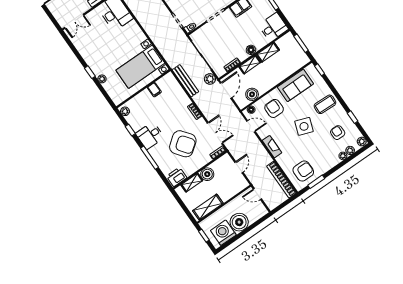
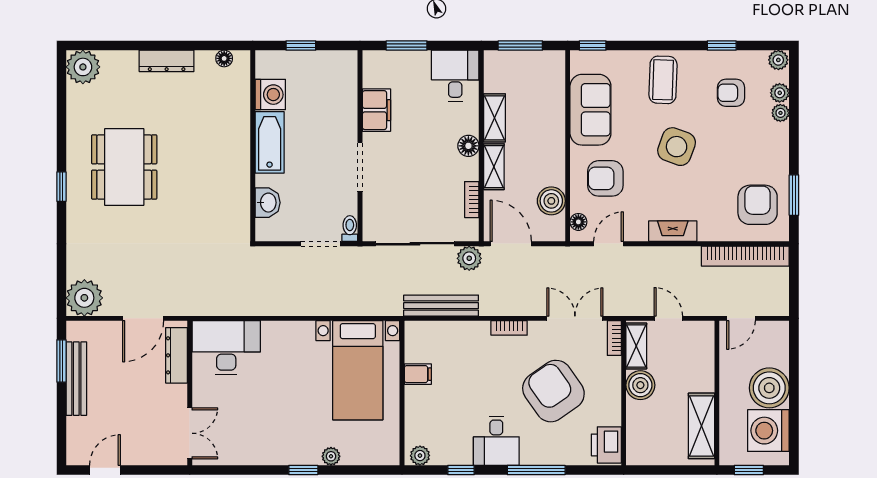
armchair: (183, 144) -> (553, 391), turned -88
shelving: (192, 183) -> (636, 346), moved

